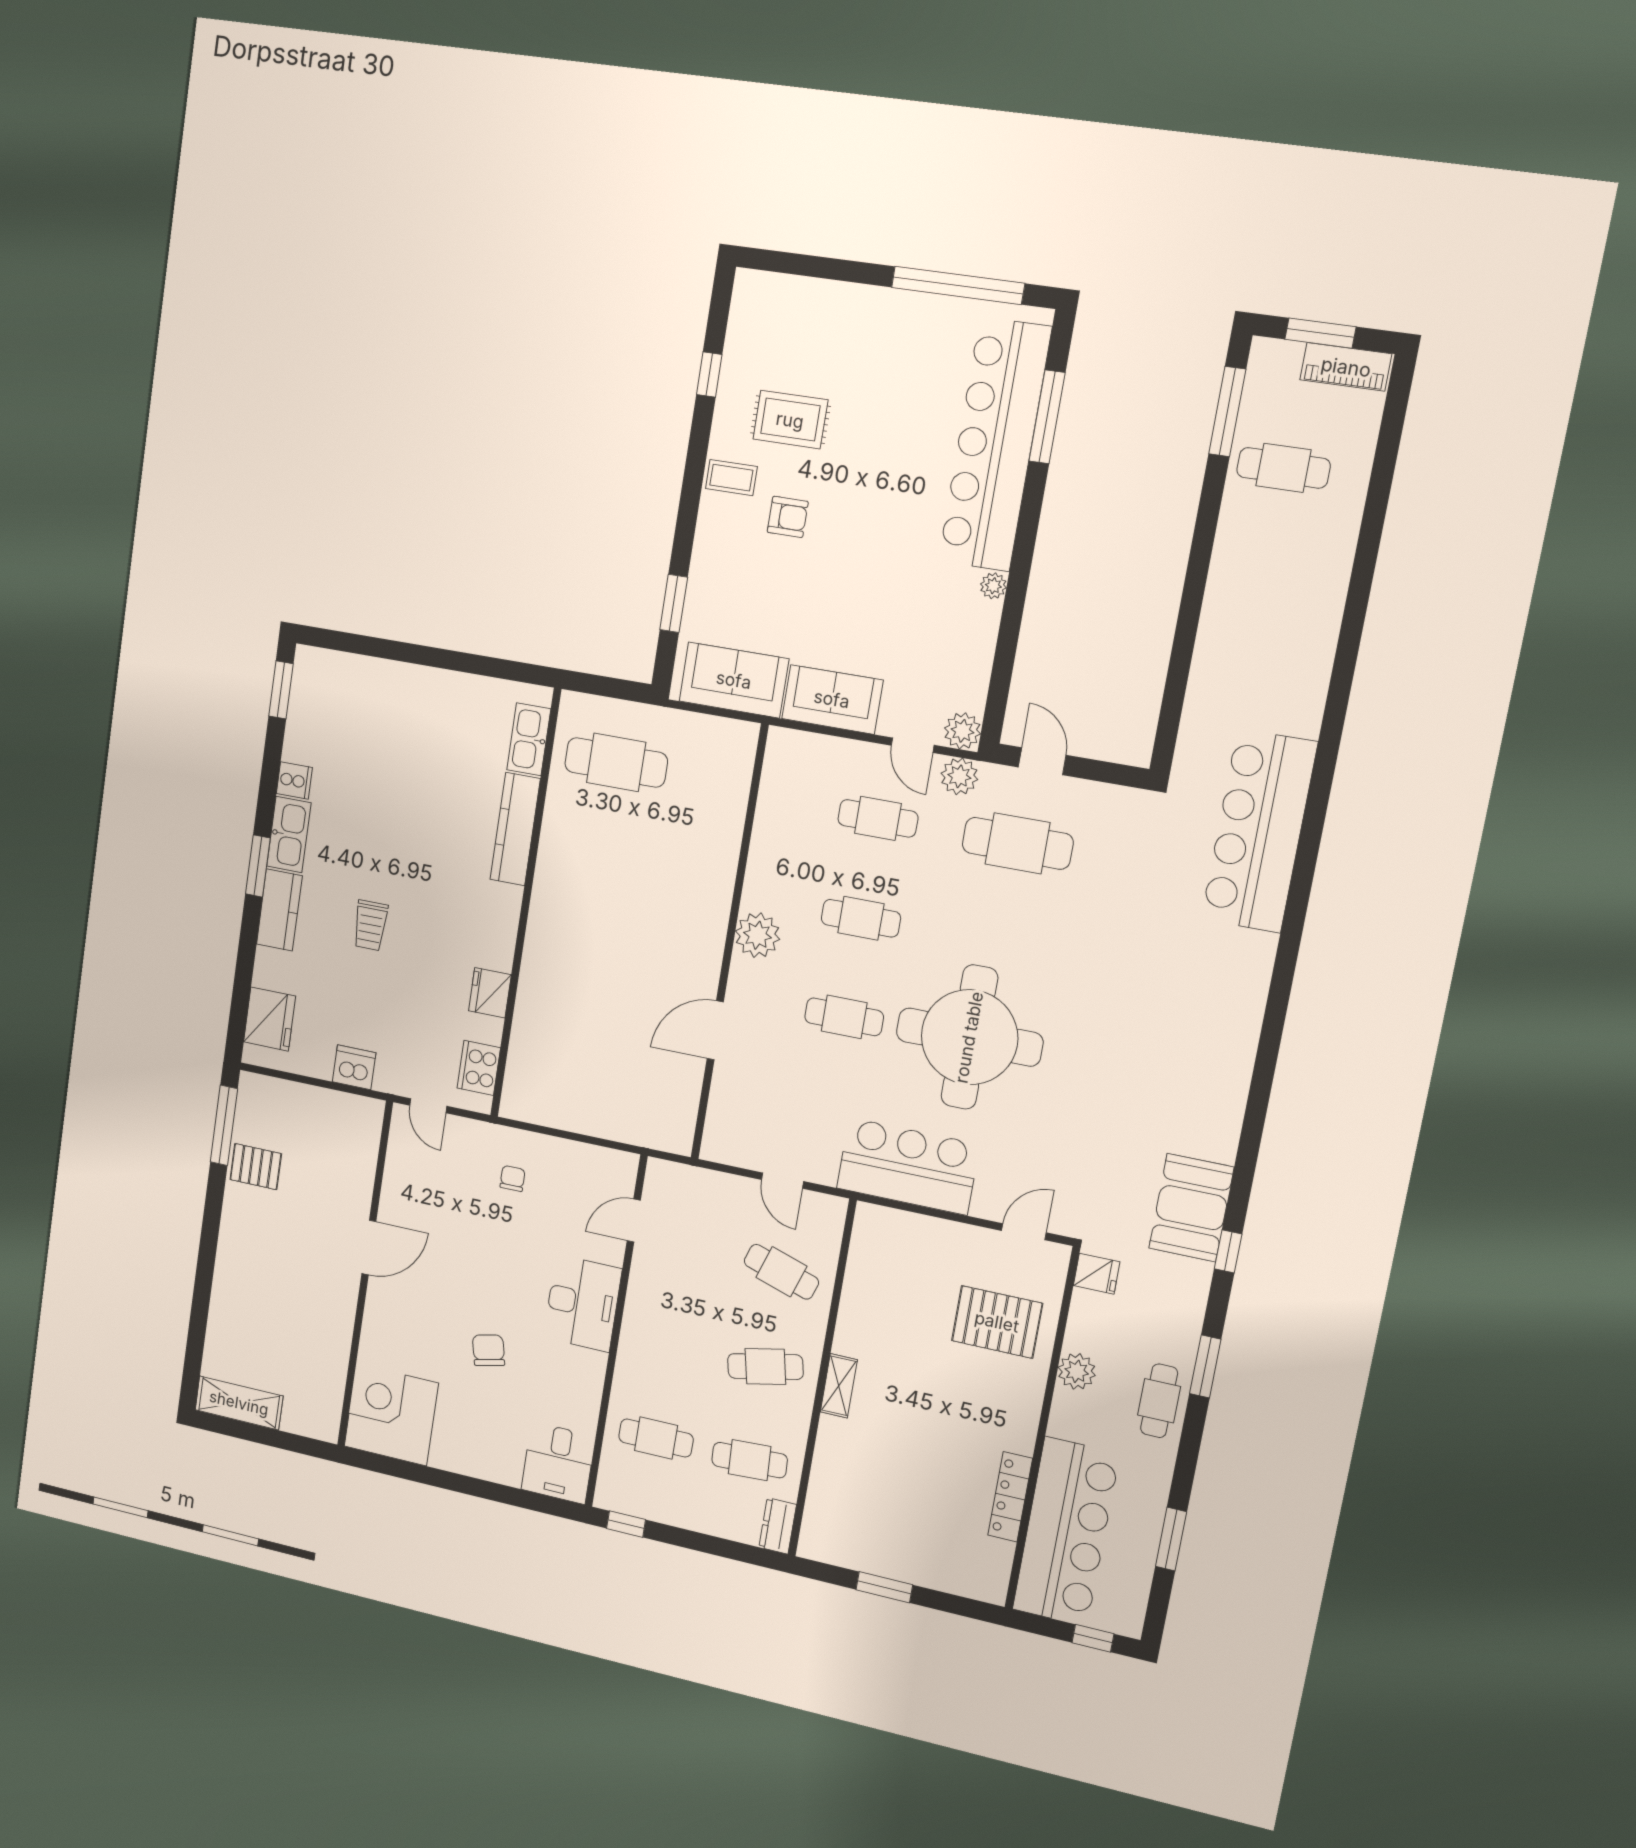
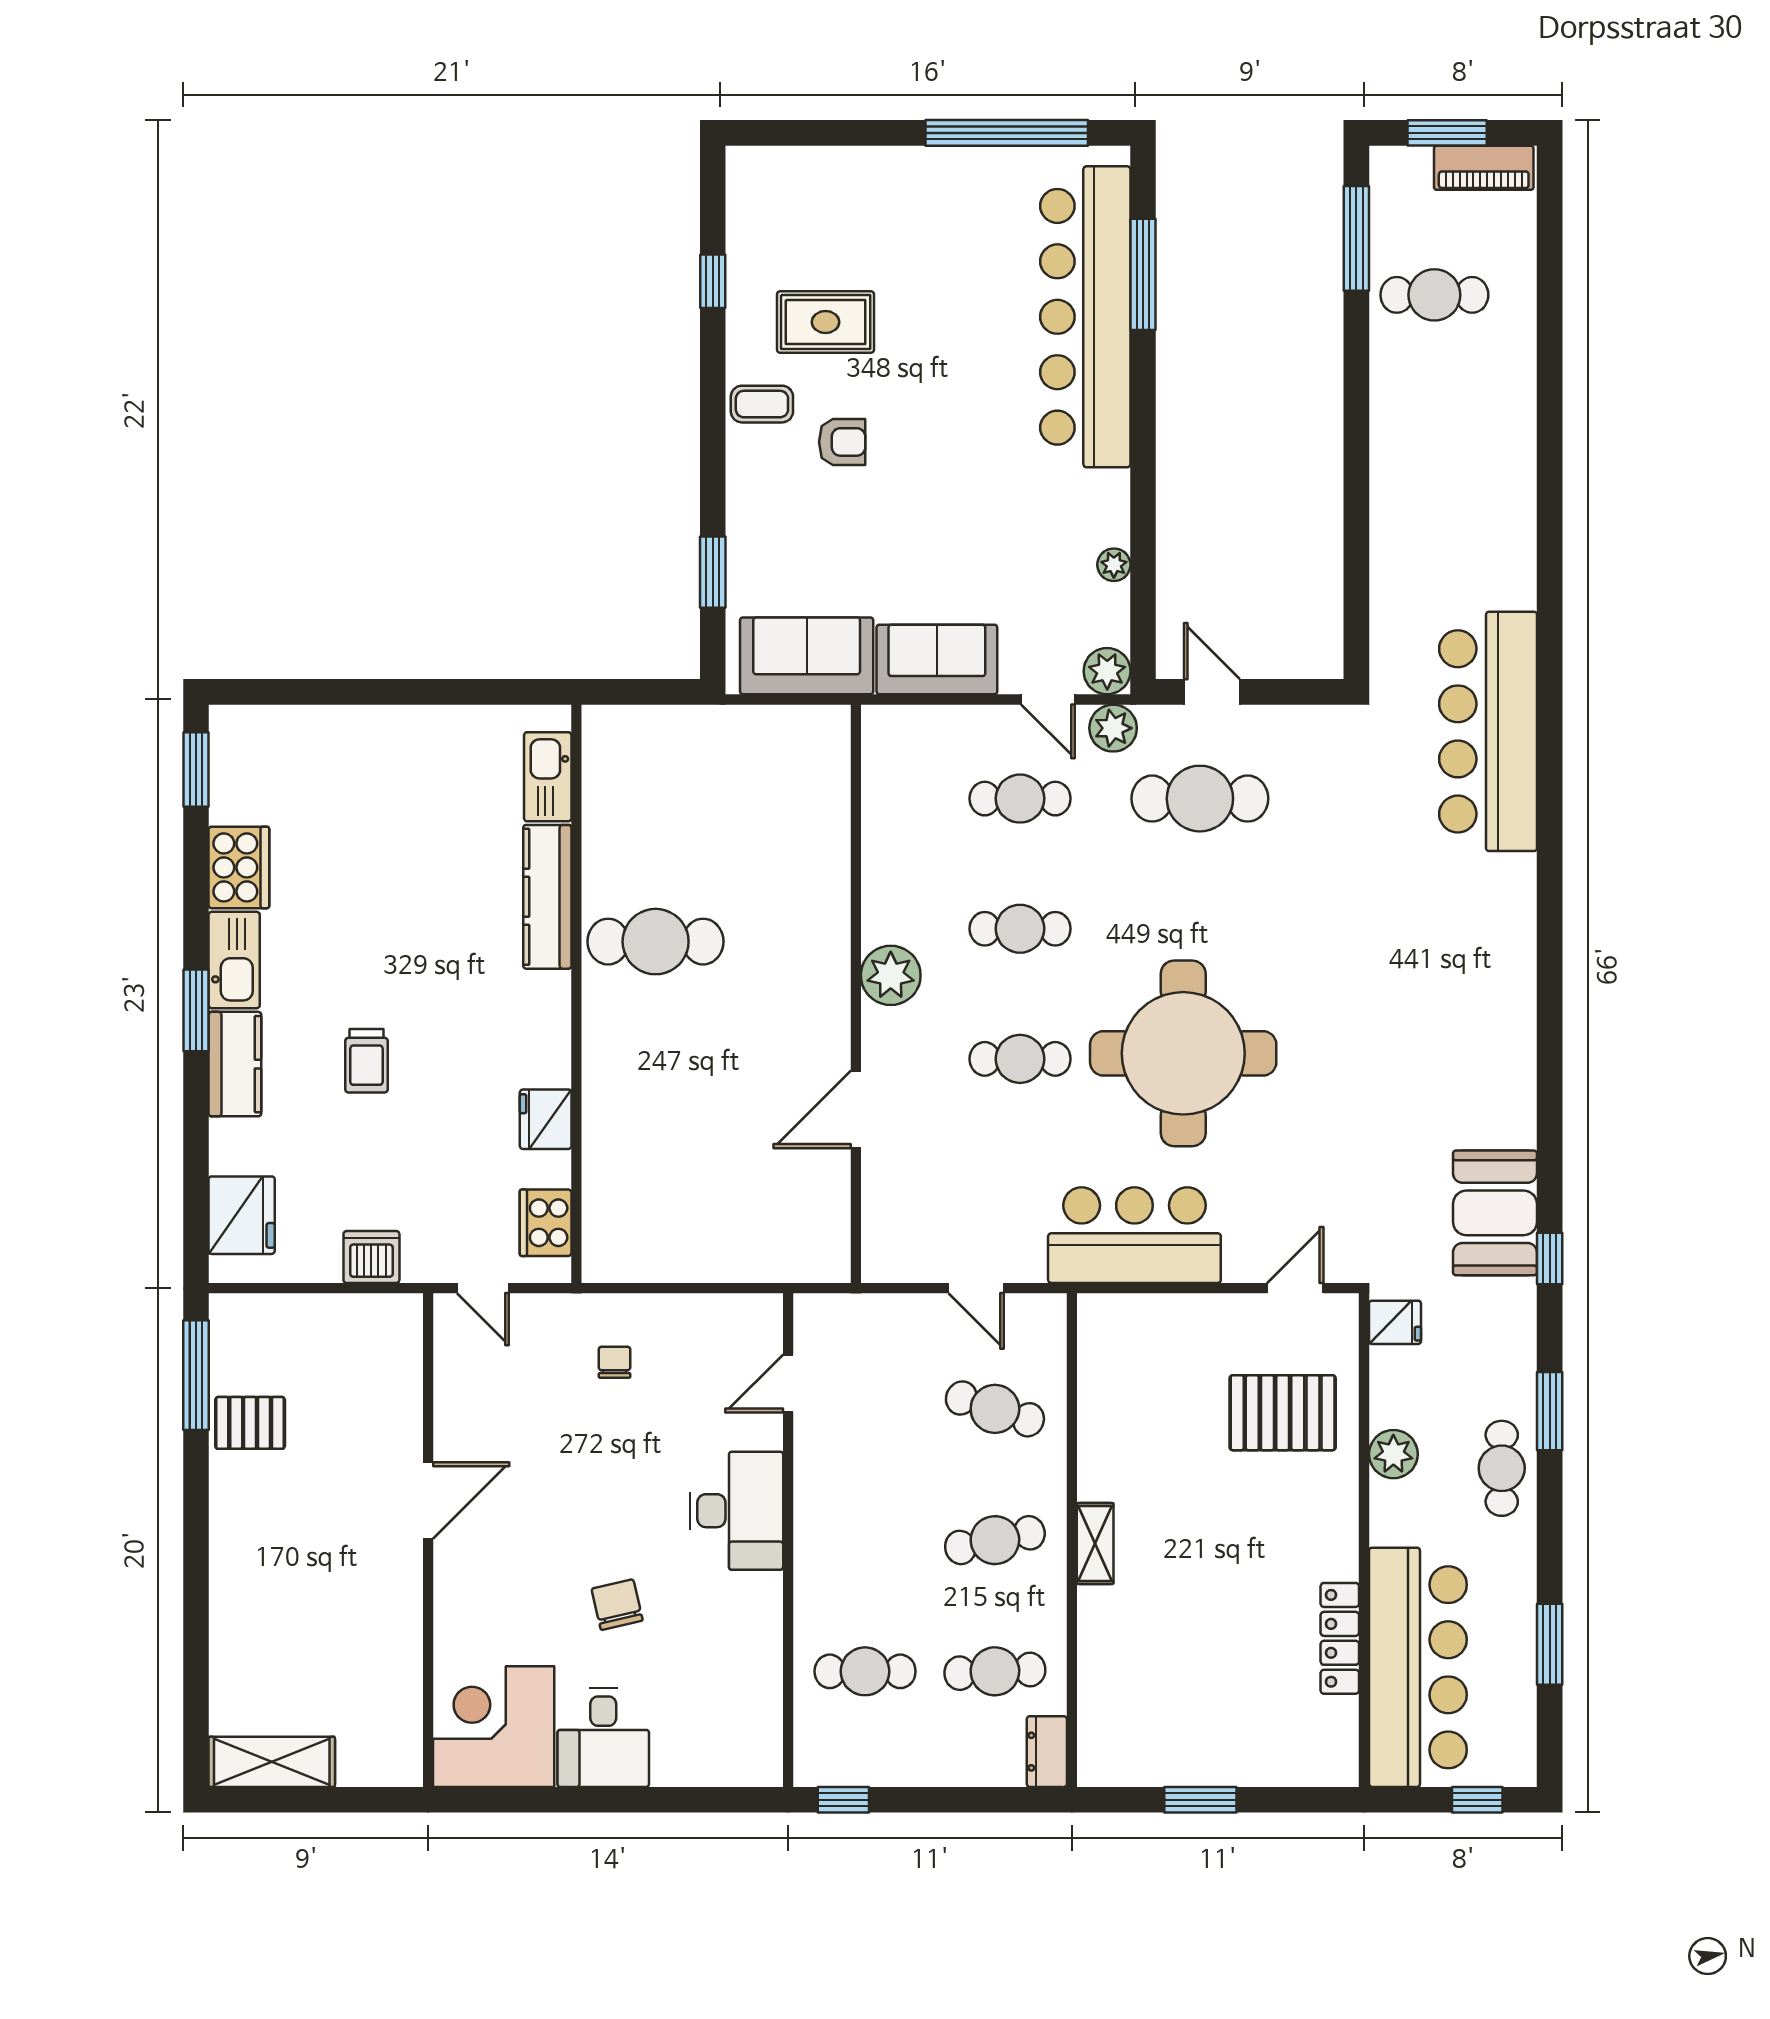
plant: (993, 586) -> (1114, 565), moved
cafe table: (616, 762) -> (656, 942), moved
cooker: (294, 781) -> (239, 867), width x1.87, depth x1.31
desk: (558, 1463) -> (603, 1738), moved

